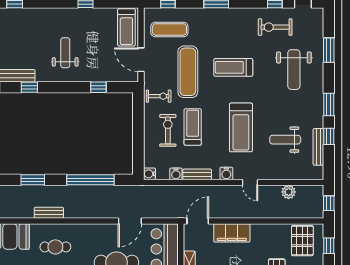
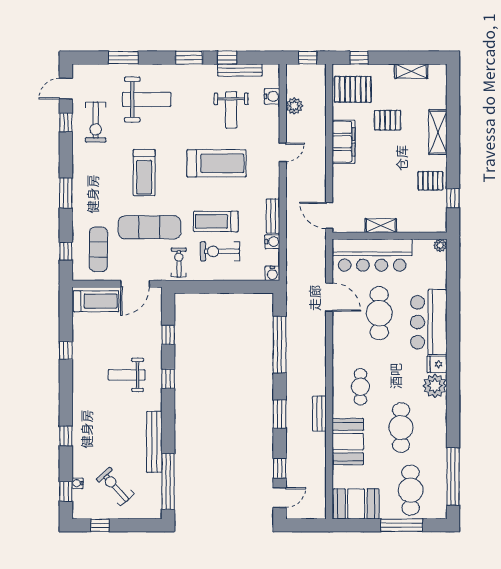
window: (29, 87) -> (168, 379), moved
water cooler: (226, 173) -> (272, 96), moved
bench: (49, 213) -> (319, 414), moved
filing cabinet: (232, 233) -> (343, 142), moved

